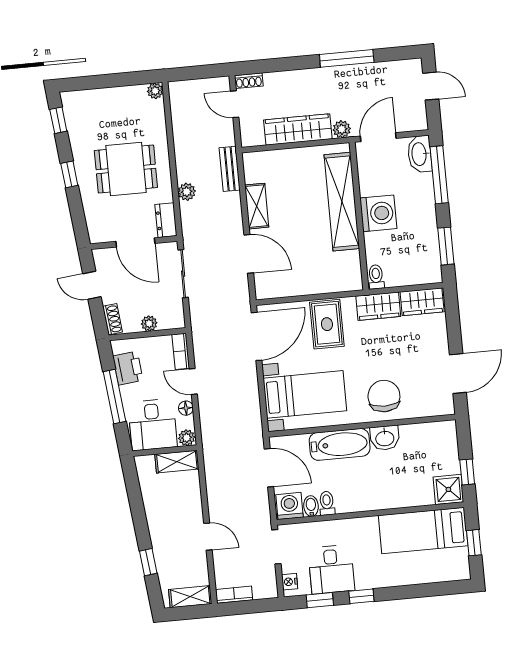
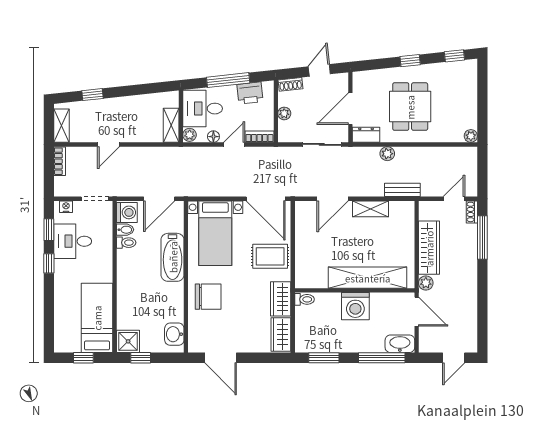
window: (347, 58) -> (482, 238), moved
washbasin: (385, 438) -> (174, 334), moved

